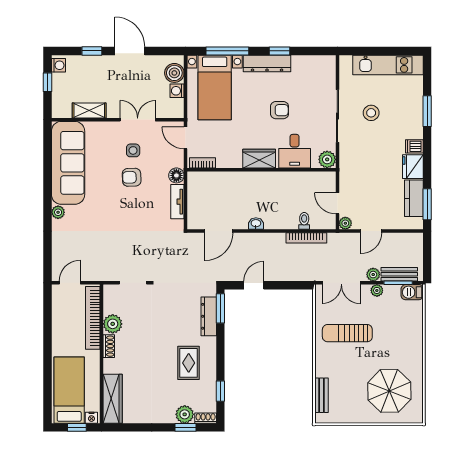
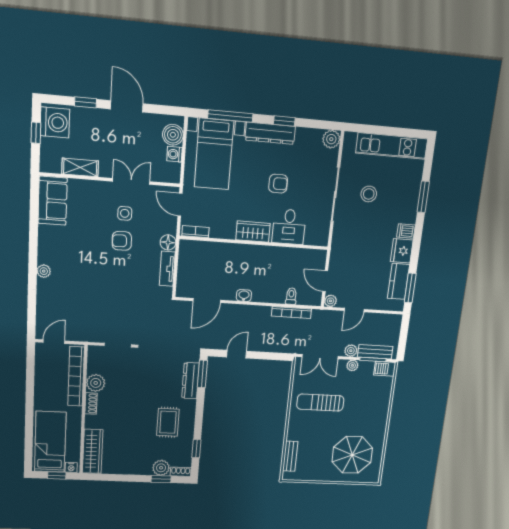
washing machine: (58, 65) -> (55, 122), width x1.89, depth x1.89
plant: (327, 159) -> (331, 139), moved
sofa: (68, 163) -> (53, 201), width x0.54, depth x0.79

